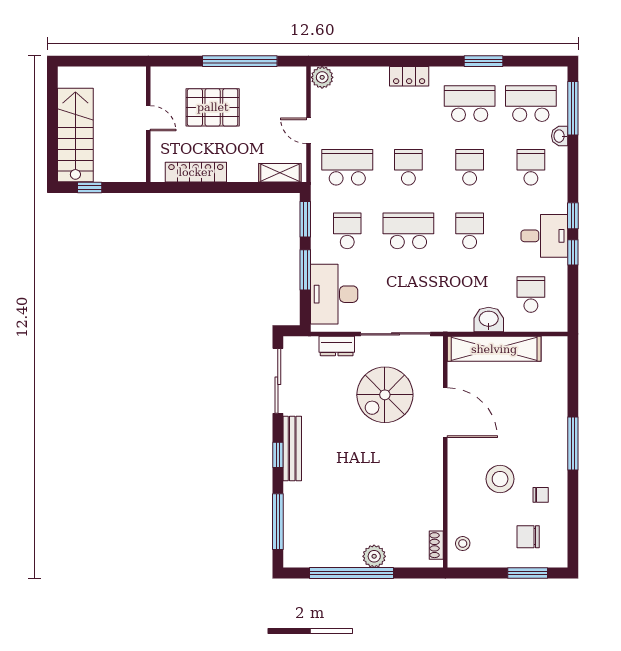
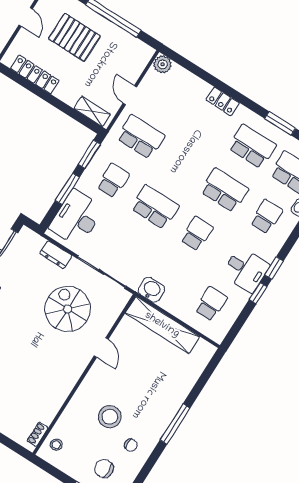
school desk: (408, 167) -> (183, 163), removed
school desk: (470, 167) -> (224, 190), width x1.85
washbasin: (489, 319) -> (151, 290), moved
spiral stairs: (385, 395) -> (68, 309), turned 90
door: (445, 413) -> (101, 348), width x0.53

